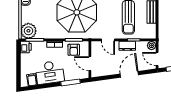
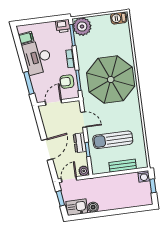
door: (108, 40) -> (84, 120), swing flipped
door: (129, 74) -> (47, 150), hinge flipped

